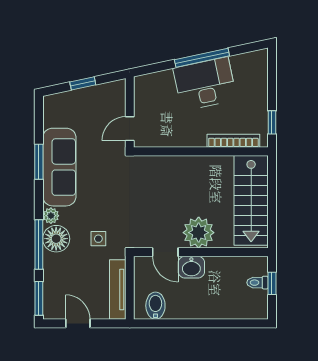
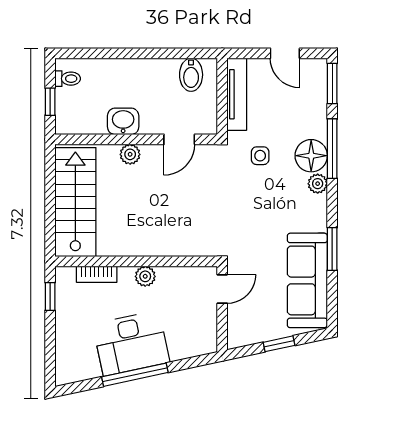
plant: (193, 139) -> (145, 276), added
bookcase: (233, 141) -> (97, 274), width x0.64
sofa: (59, 167) -> (307, 280), moved
plant: (199, 233) -> (130, 154), width x0.53, depth x0.53
door: (165, 252) -> (179, 139), swing flipped
washbasin: (191, 267) -> (123, 121), moved
toilet: (257, 283) -> (68, 79), moved

